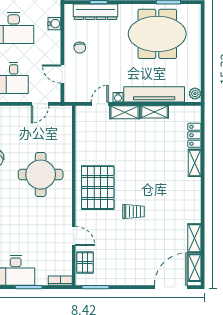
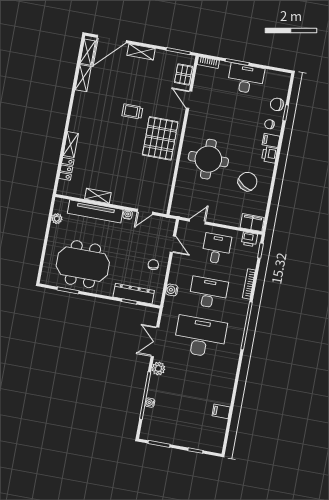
plant: (195, 94) -> (57, 219), moved
shelving: (125, 112) -> (141, 52), moved

